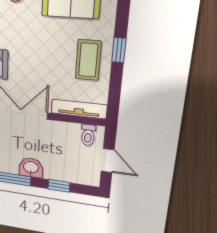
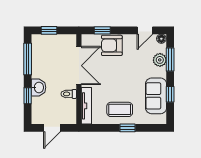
toilet: (88, 135) -> (69, 94), moved
washbasin: (31, 168) -> (38, 87), moved

